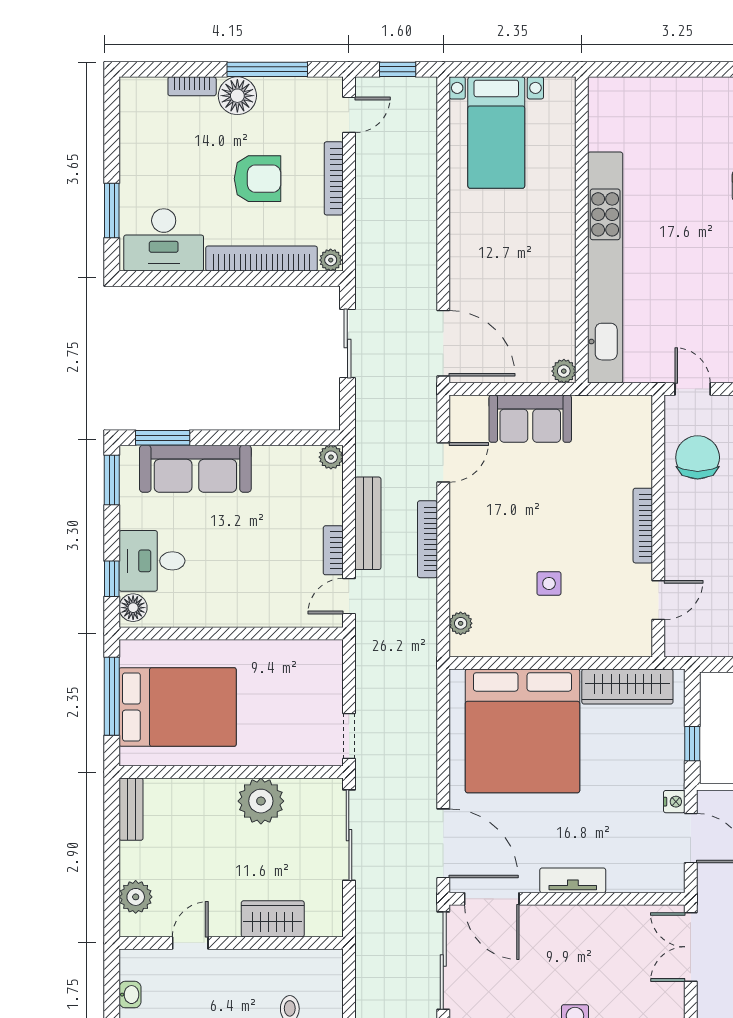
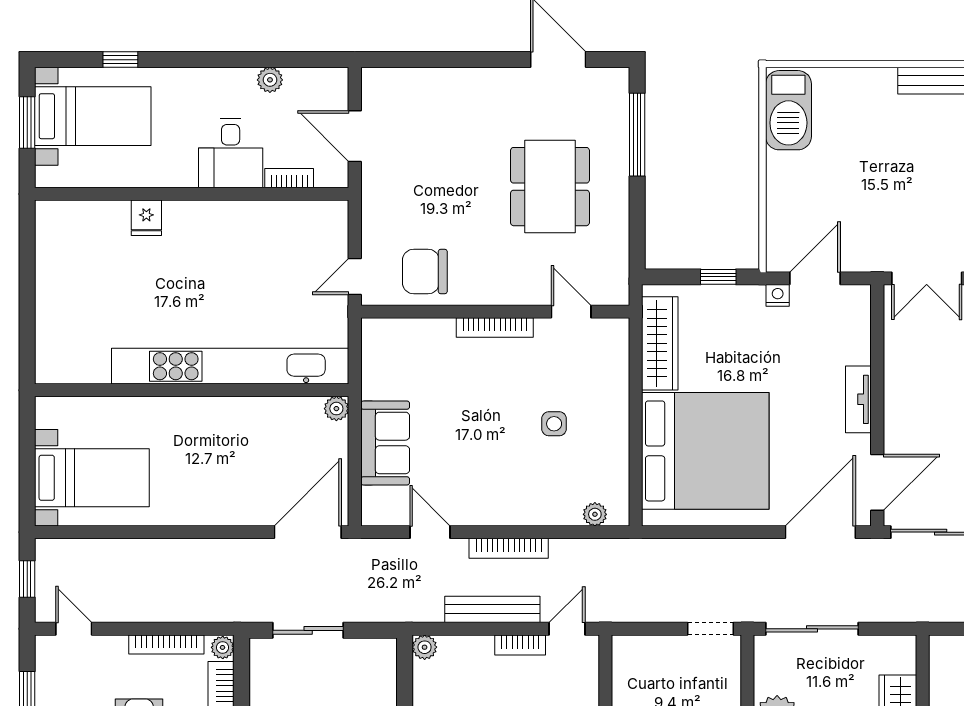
bookcase: (334, 178) -> (166, 644), moved
door: (349, 596) -> (567, 629), swing flipped

